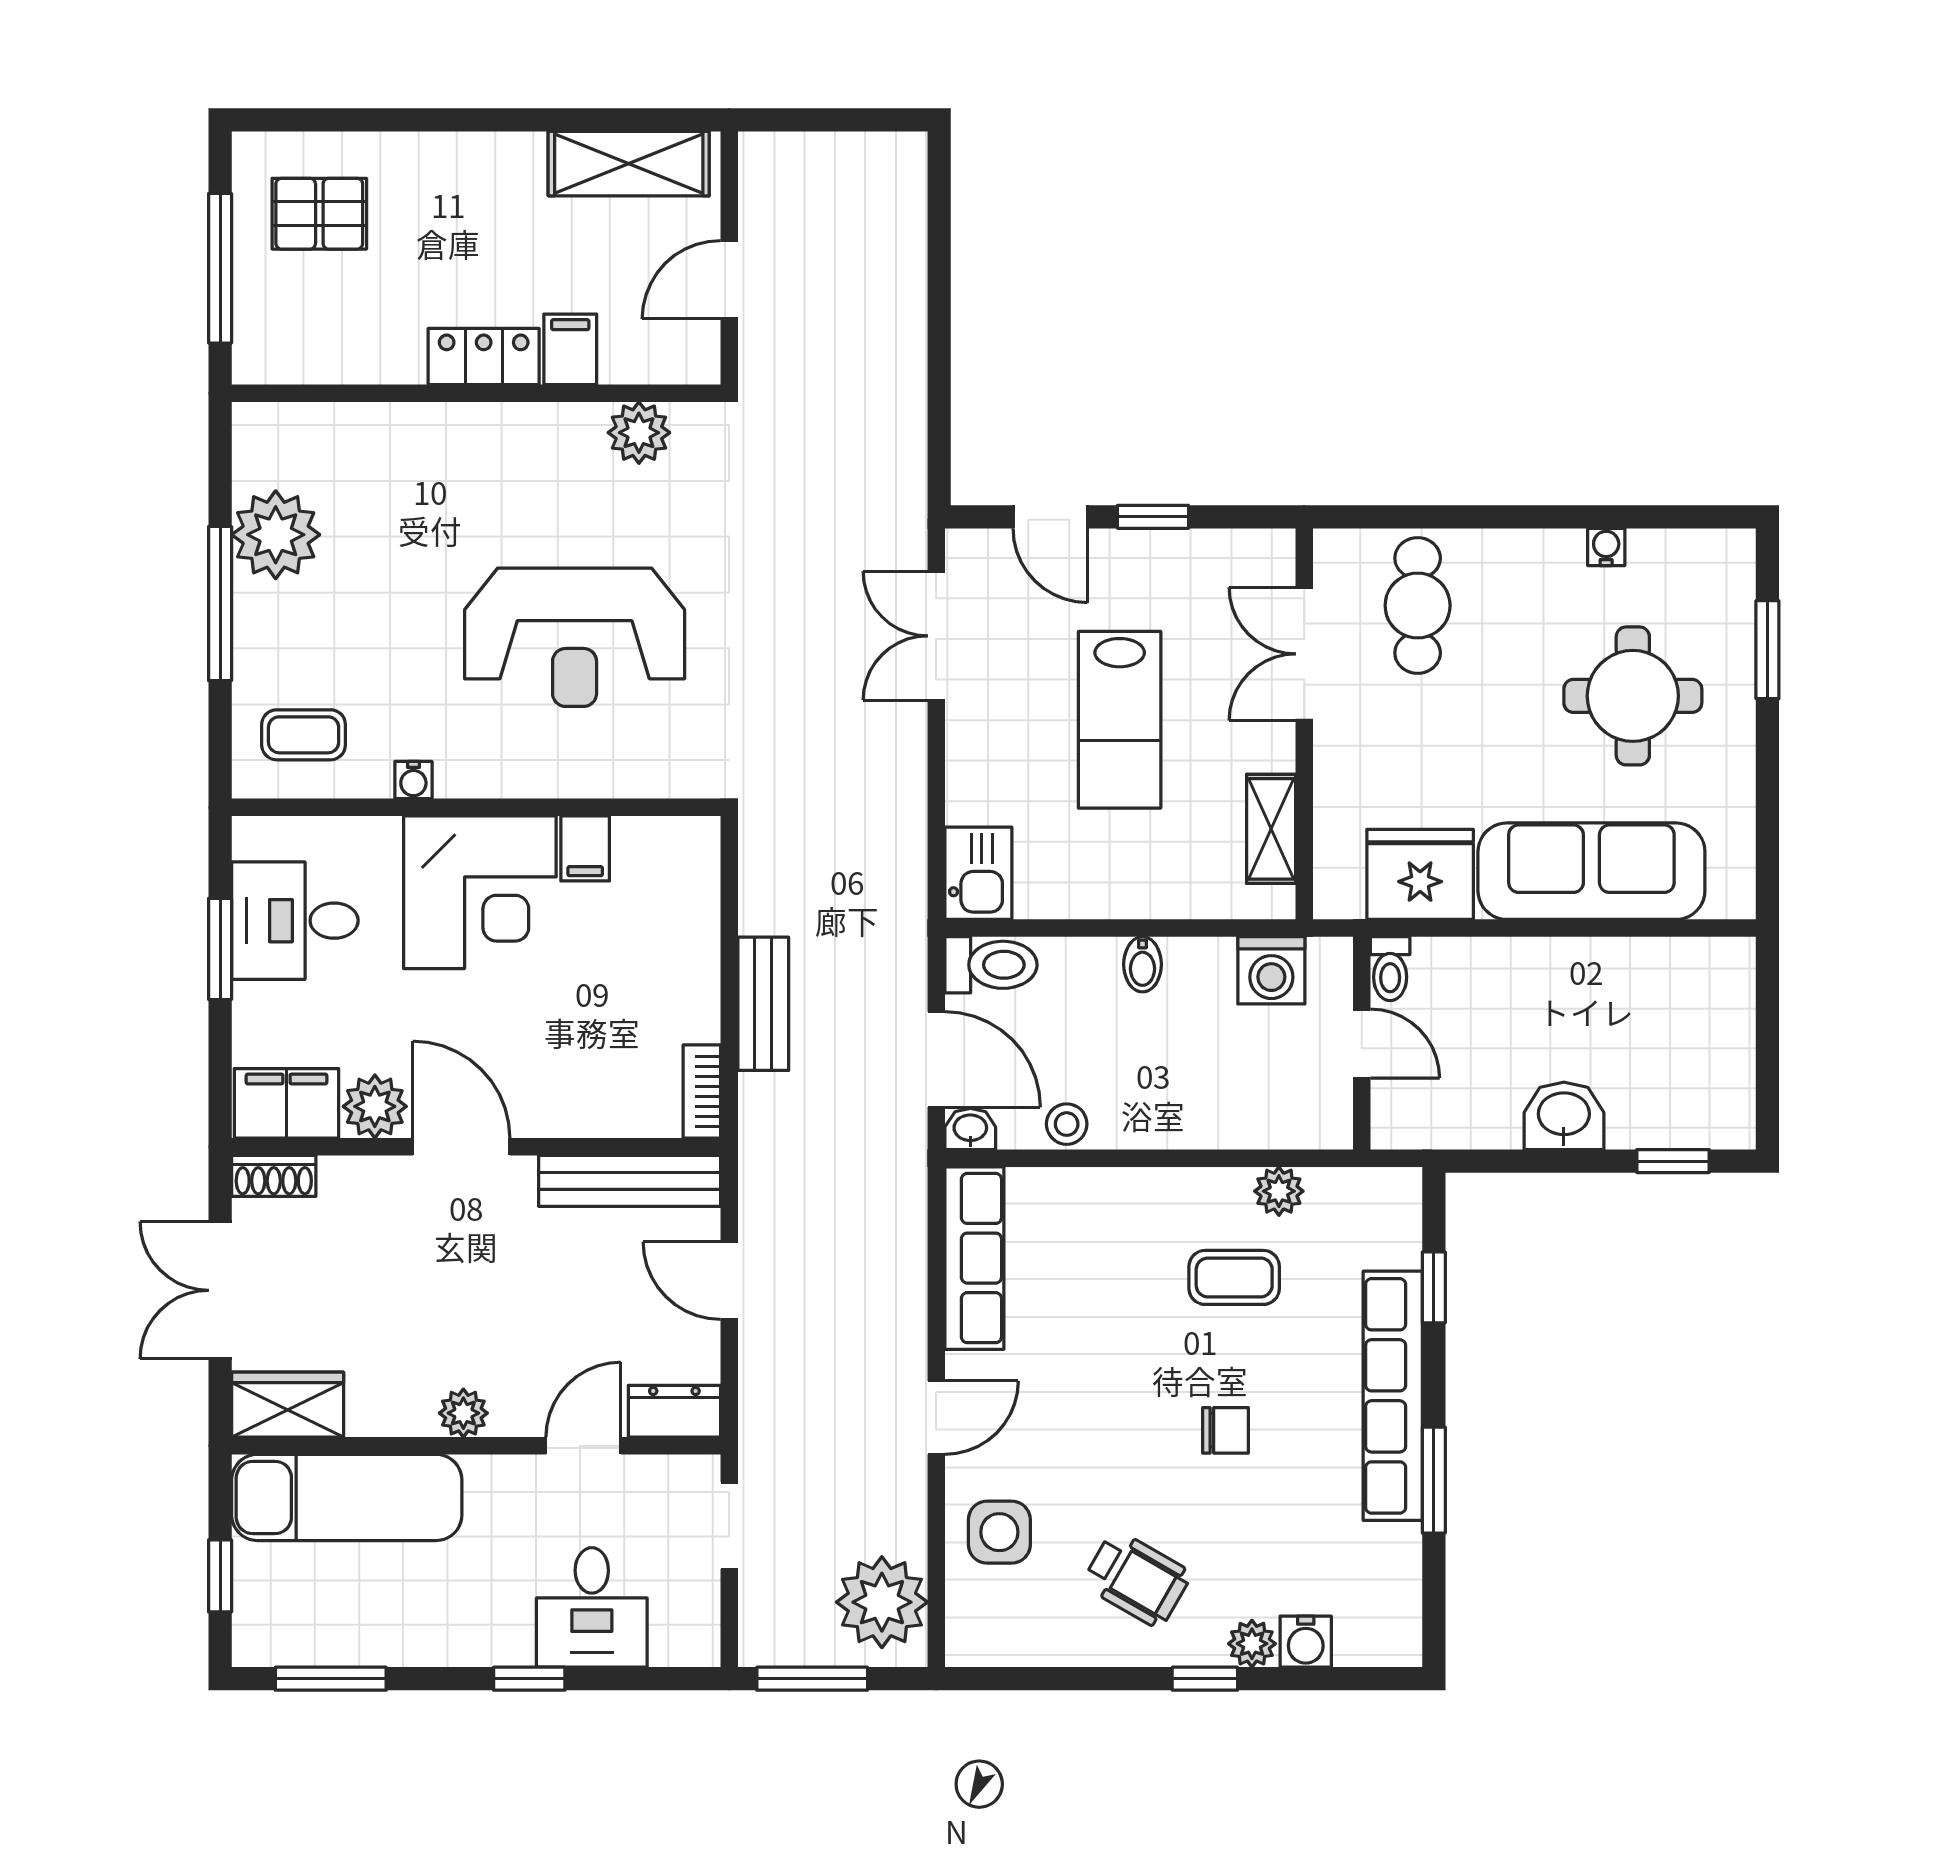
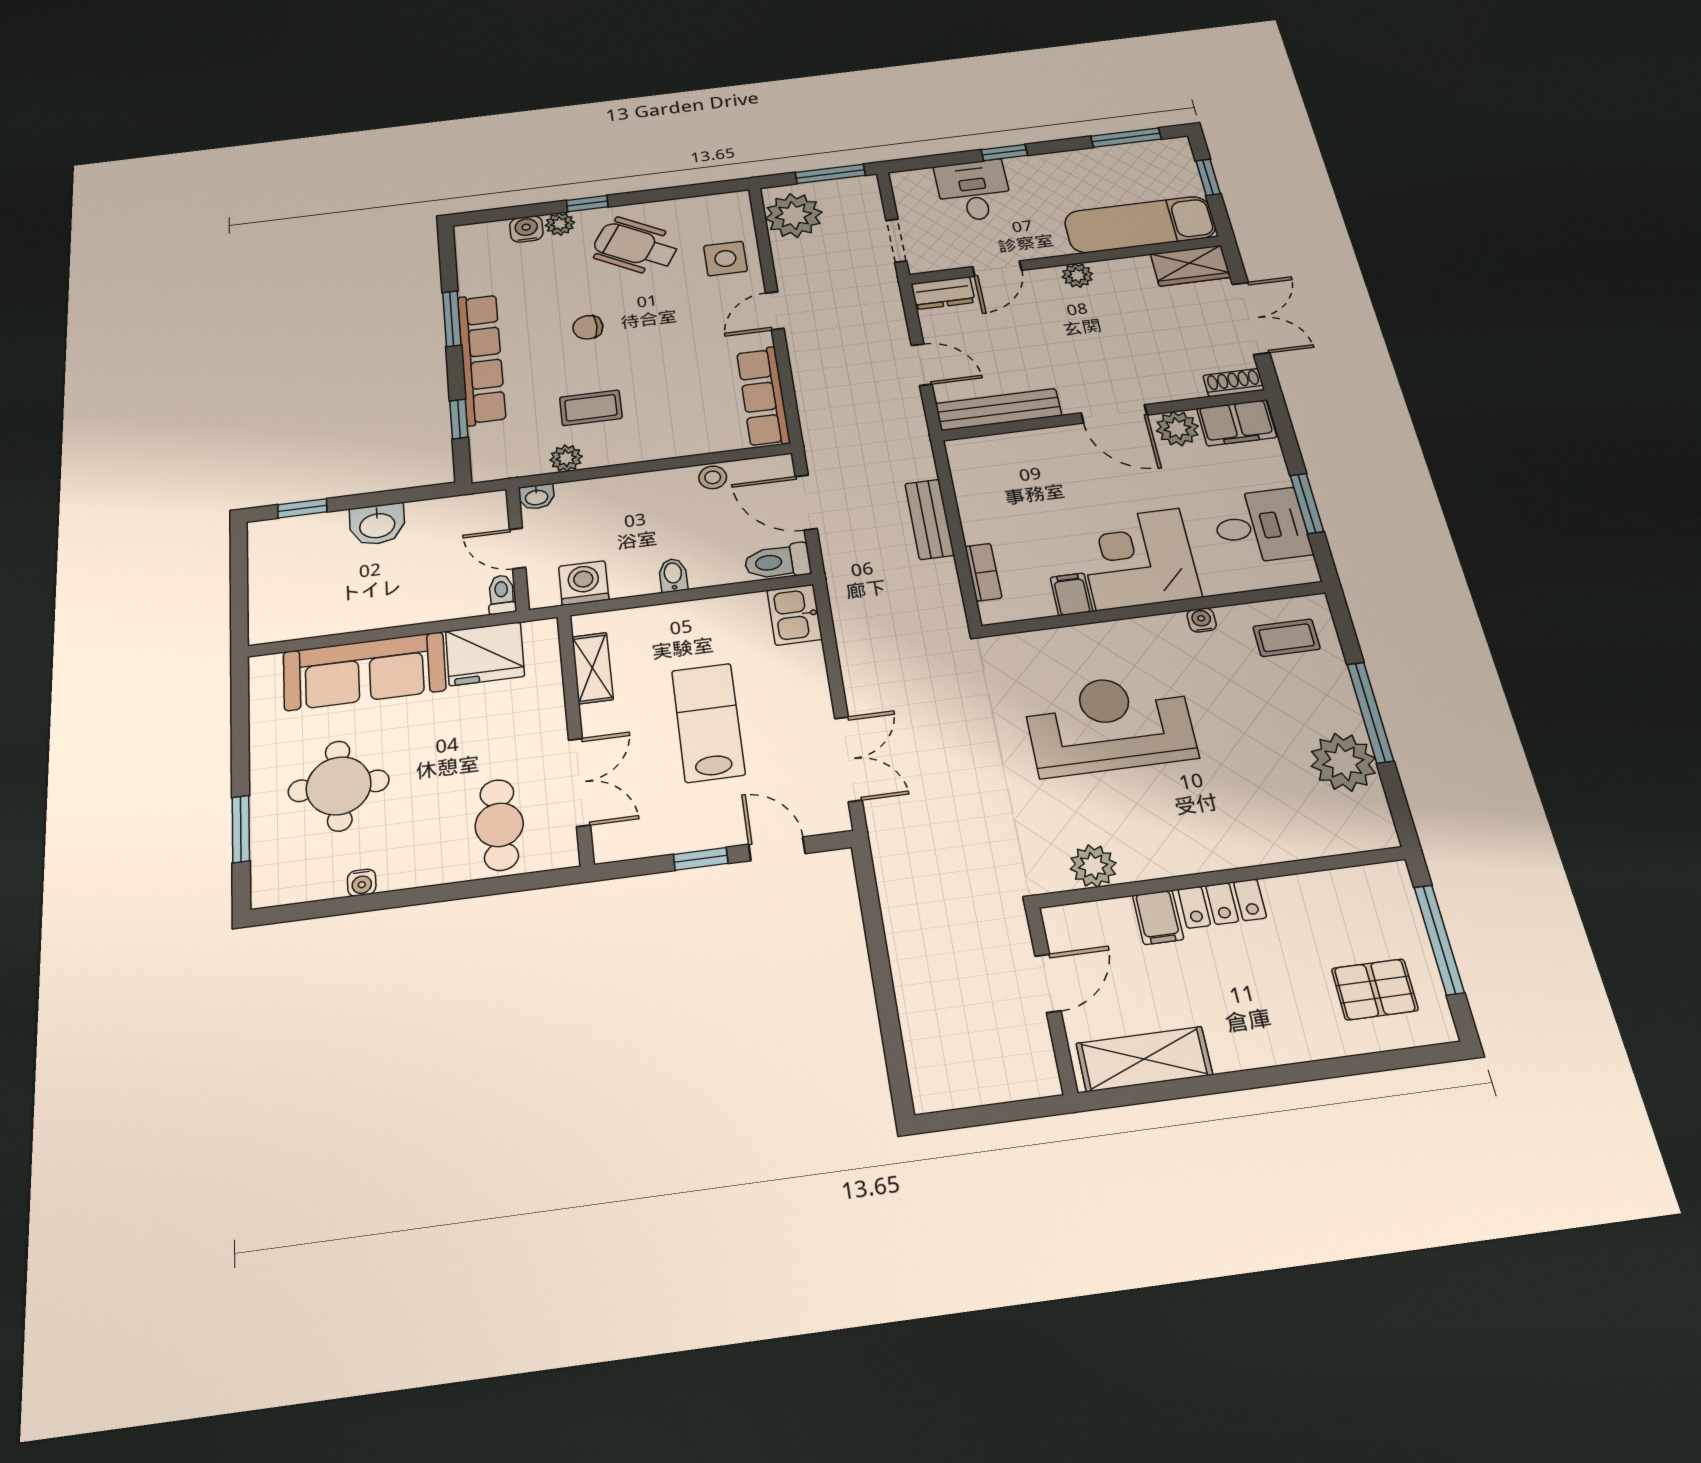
bookcase: (702, 1091) -> (983, 572), moved
washbasin: (970, 1129) -> (536, 497), moved
wheelchair: (1137, 1579) -> (636, 246), width x1.36, depth x1.37

